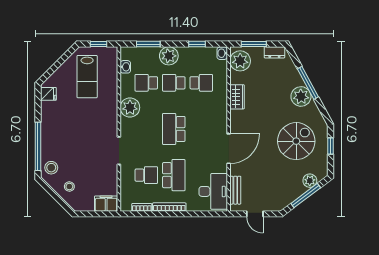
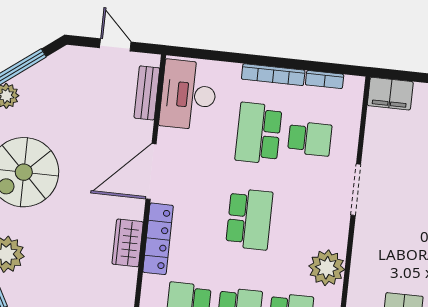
wardrobe: (237, 97) -> (128, 243), moved
locker: (221, 113) -> (158, 239), added
school desk: (146, 175) -> (310, 139), turned 180

